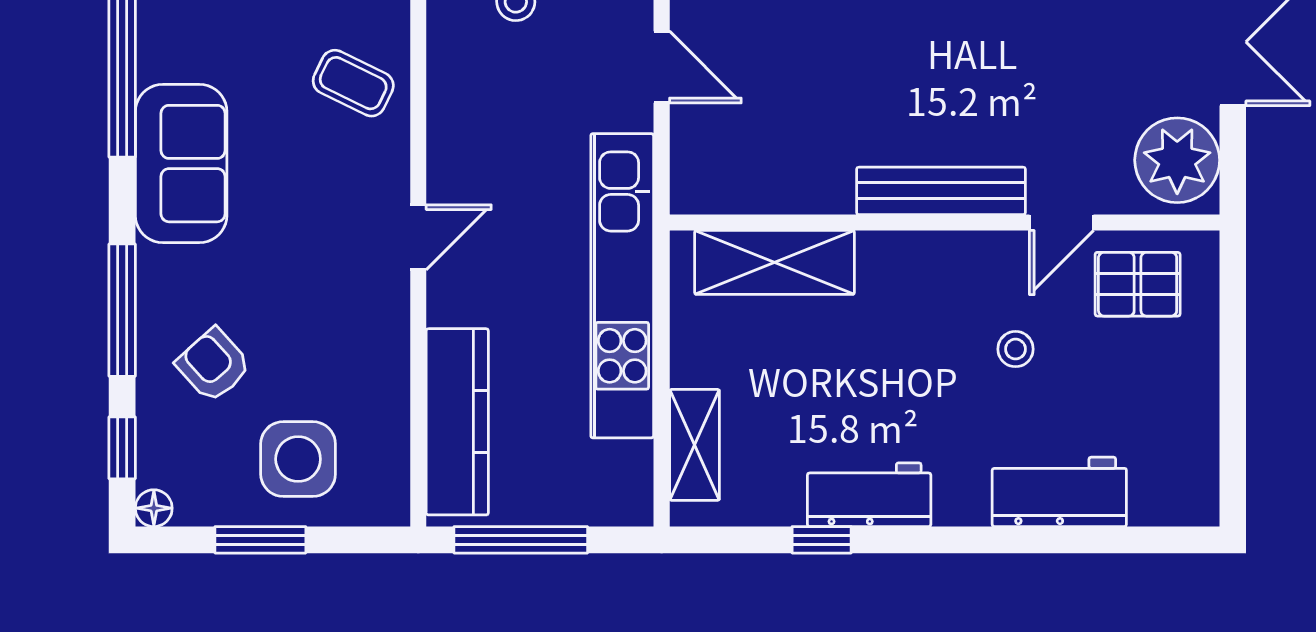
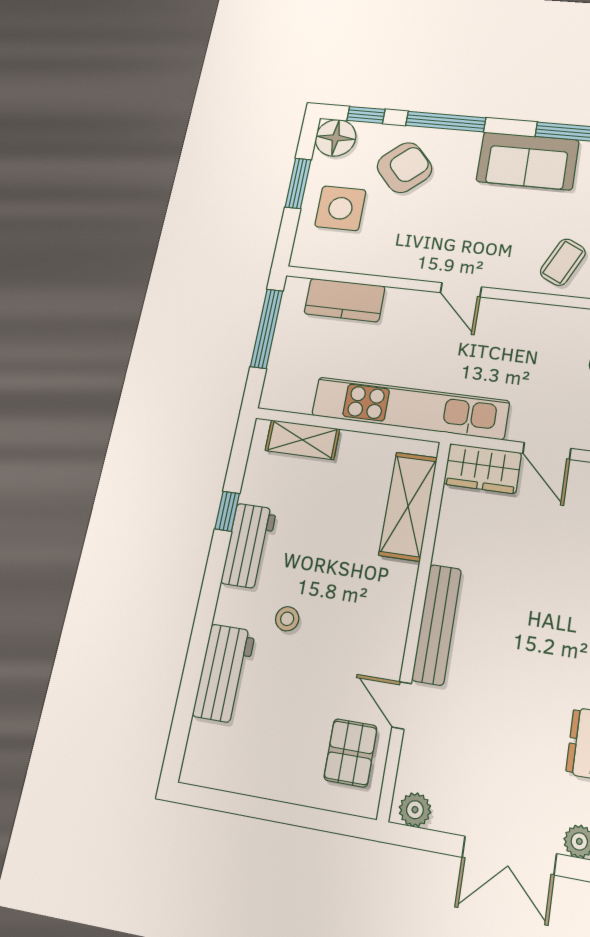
door: (662, 67) -> (547, 451), hinge flipped
wardrobe: (702, 159) -> (483, 468), added
plant: (1177, 160) -> (415, 810), width x0.53, depth x0.53
stool: (1015, 349) -> (287, 619), moved
armchair: (213, 365) -> (404, 168), width x1.38, depth x1.38
kitchen counter: (457, 422) -> (345, 300), width x0.67
floor lamp: (154, 508) -> (336, 138), width x1.89, depth x1.89

